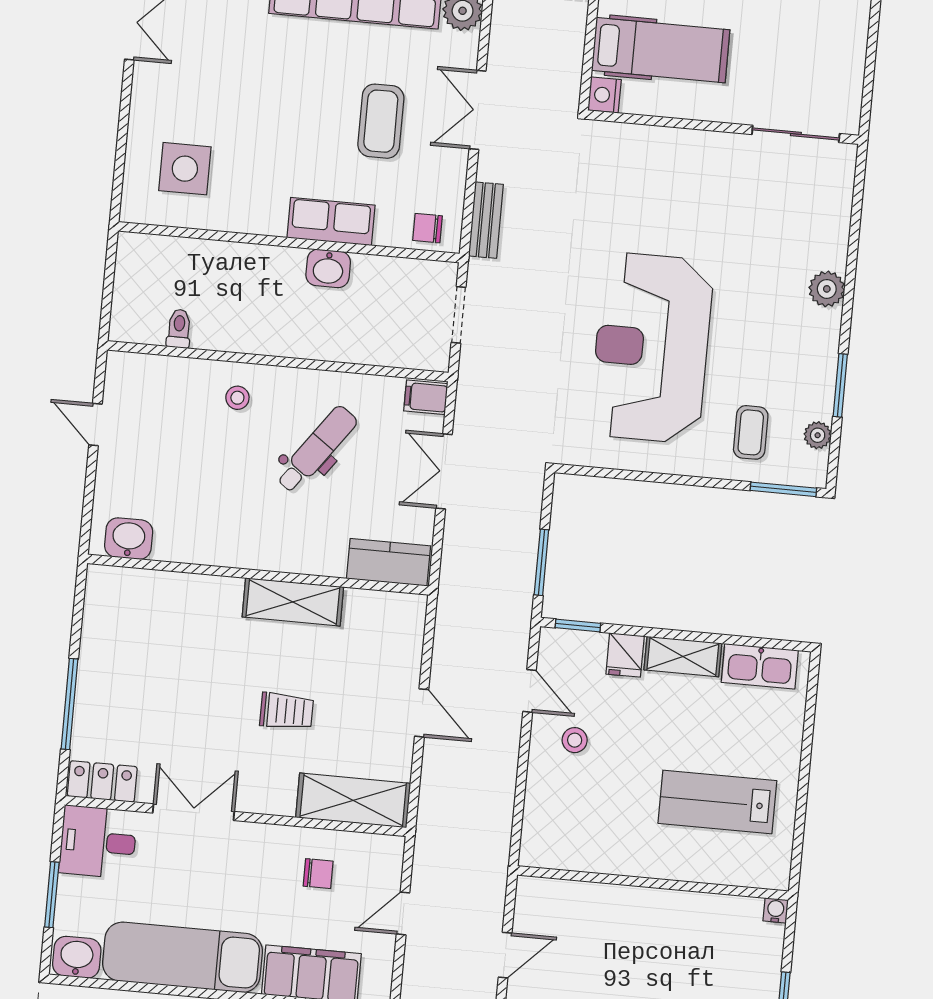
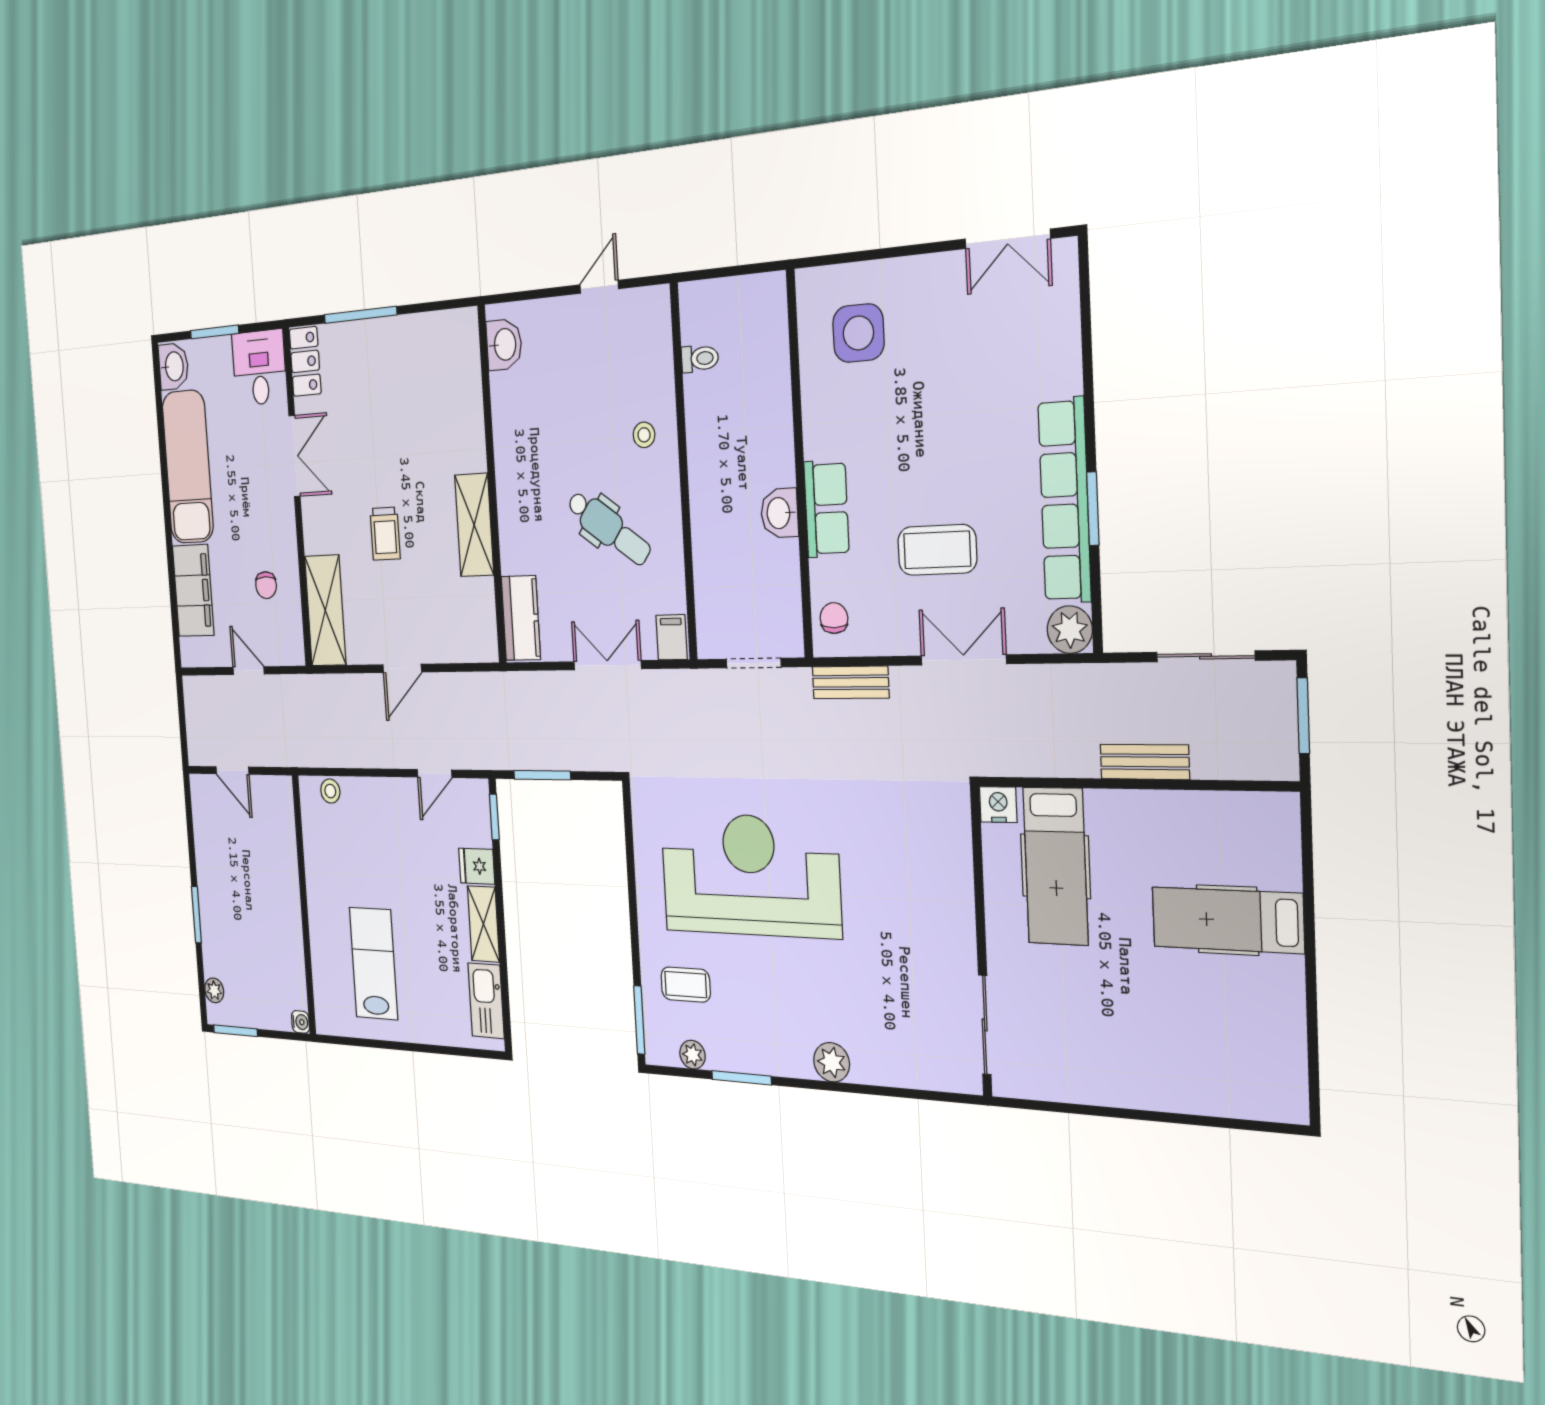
stool: (575, 740) -> (330, 791), moved

